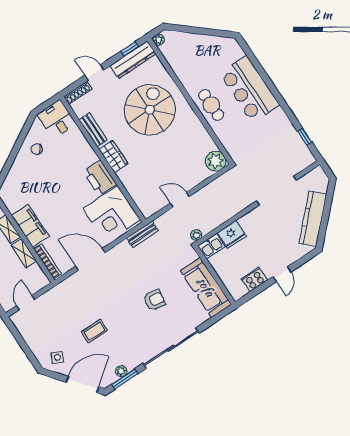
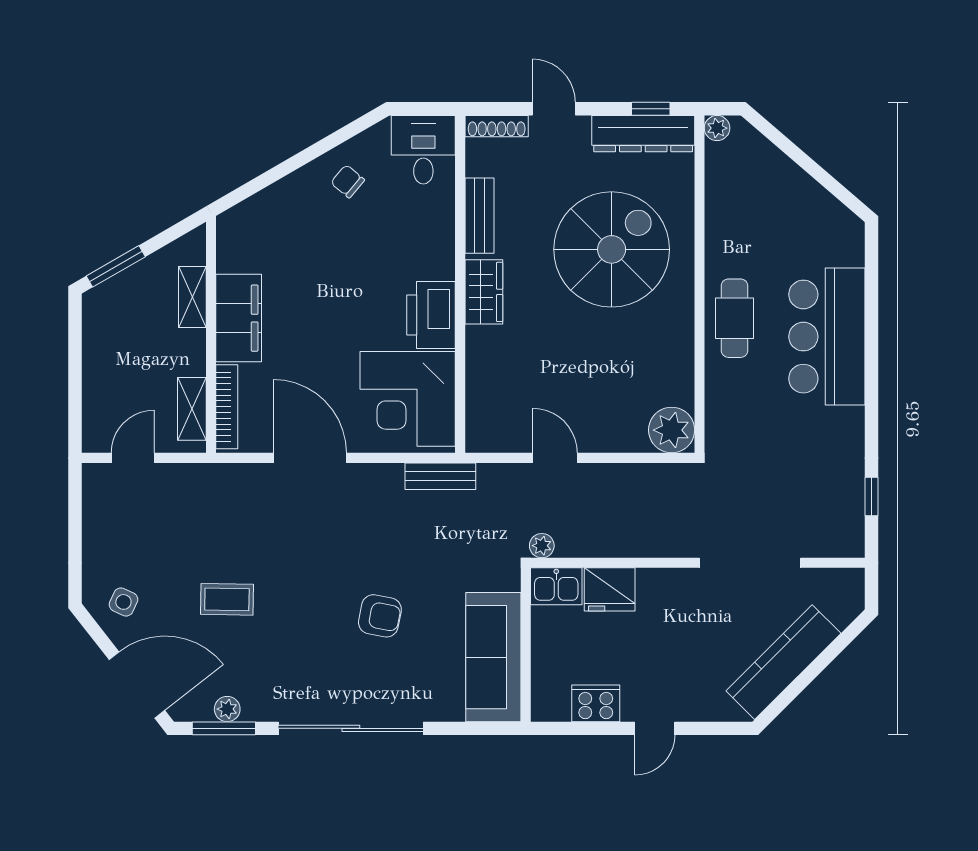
shelving: (24, 253) -> (192, 409), moved

